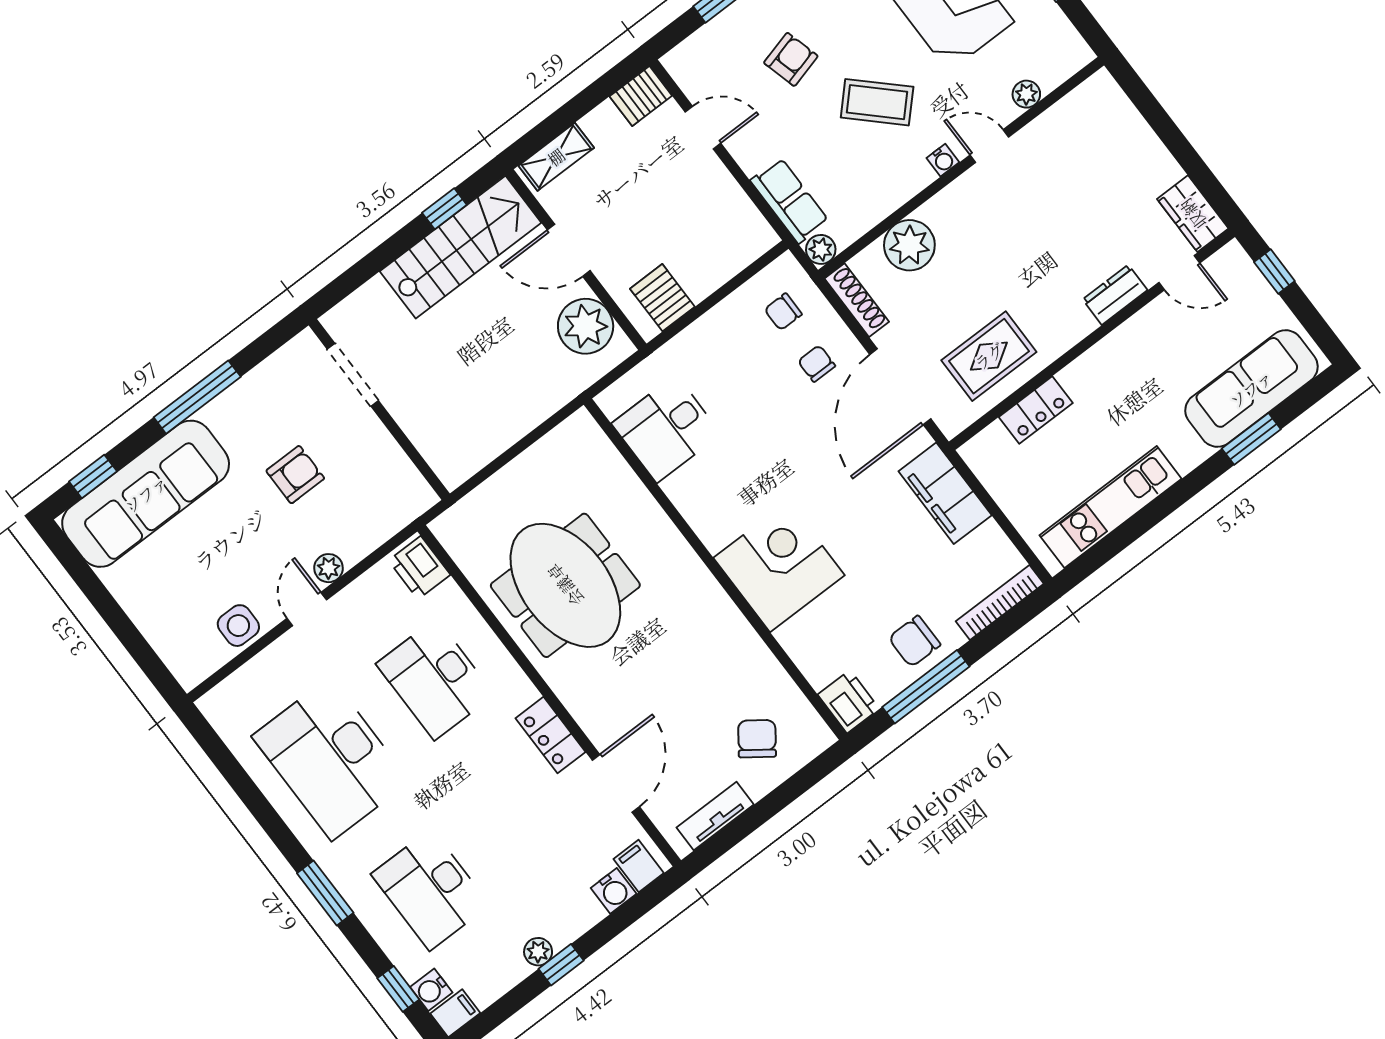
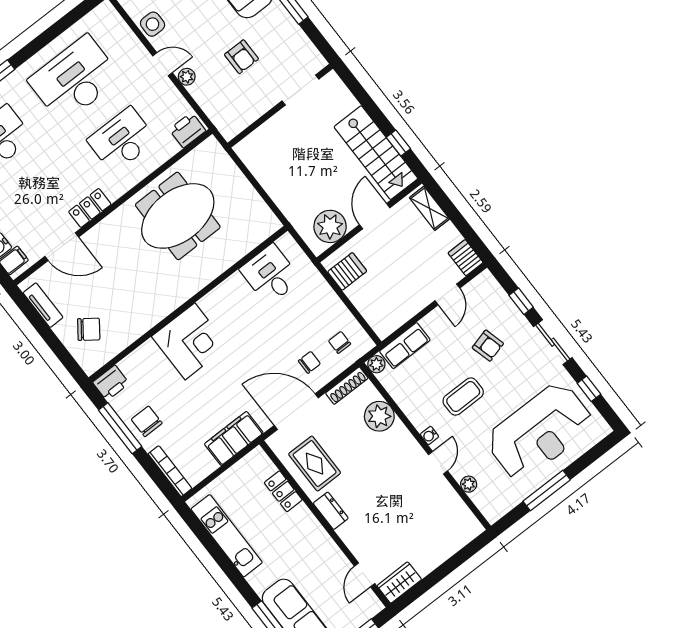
coffee table: (877, 102) -> (463, 397), turned 46
dresser: (1115, 295) -> (331, 511), moved

